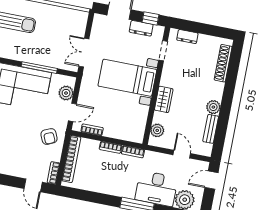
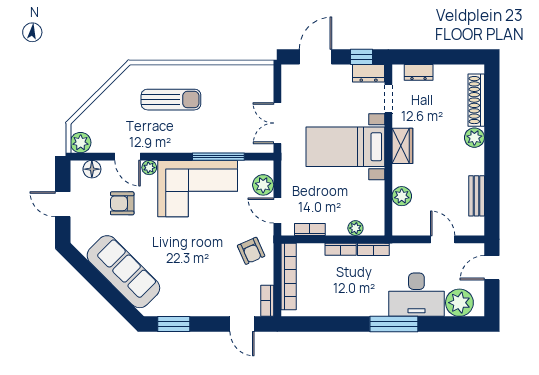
dresser: (141, 28) -> (369, 73), moved
wardrobe: (164, 99) -> (402, 146), moved
plant: (213, 107) -> (474, 138), moved
door: (72, 112) -> (277, 211), swing flipped
plant: (157, 130) -> (402, 196), moved
plant: (123, 135) -> (355, 228), added

